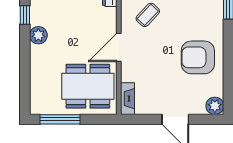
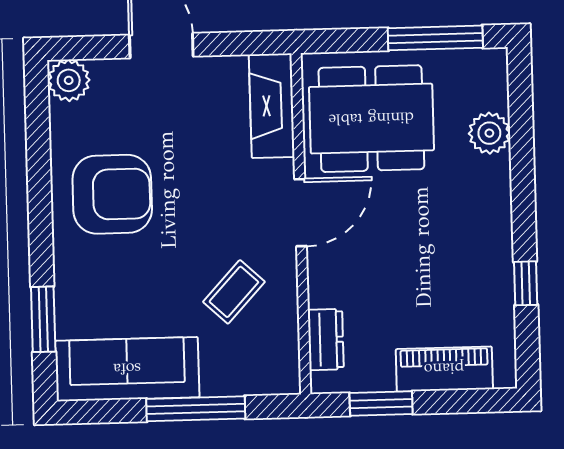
plant: (38, 35) -> (489, 133), moved
fireplace: (127, 99) -> (272, 106), width x1.37, depth x1.32

